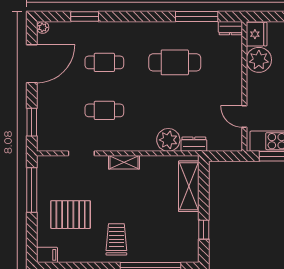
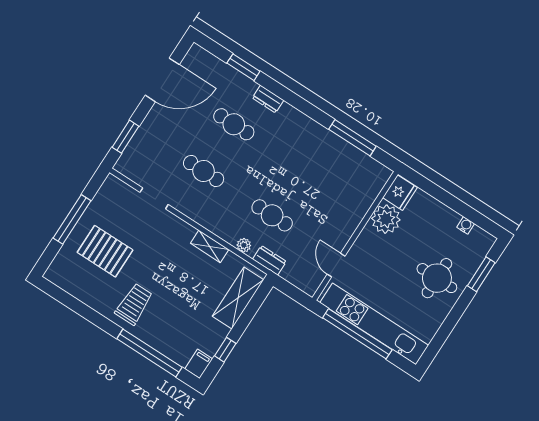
plant: (43, 27) -> (196, 51), removed
dresser: (230, 28) -> (268, 99), moved
cafe table: (175, 62) -> (272, 215), moved, width x0.73, depth x0.74
plant: (168, 140) -> (244, 245), width x0.53, depth x0.53
shelving: (124, 162) -> (210, 246), moved
window: (32, 190) -> (72, 219), moved
filing cabinet: (47, 255) -> (199, 364), moved, turned -90

